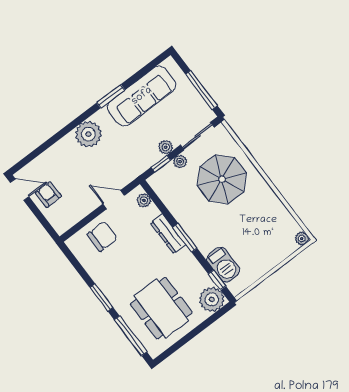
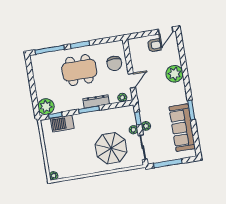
plant: (88, 134) -> (174, 74), moved
dining table: (161, 308) -> (79, 70), moved

